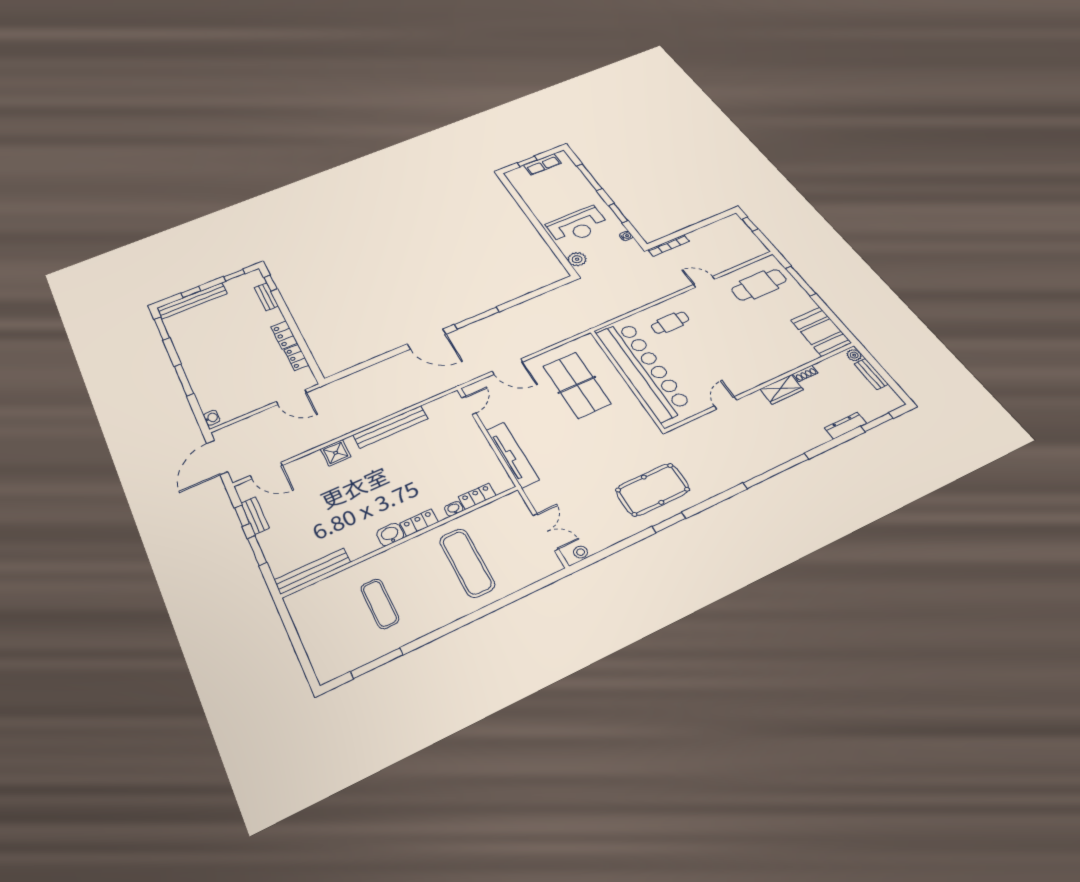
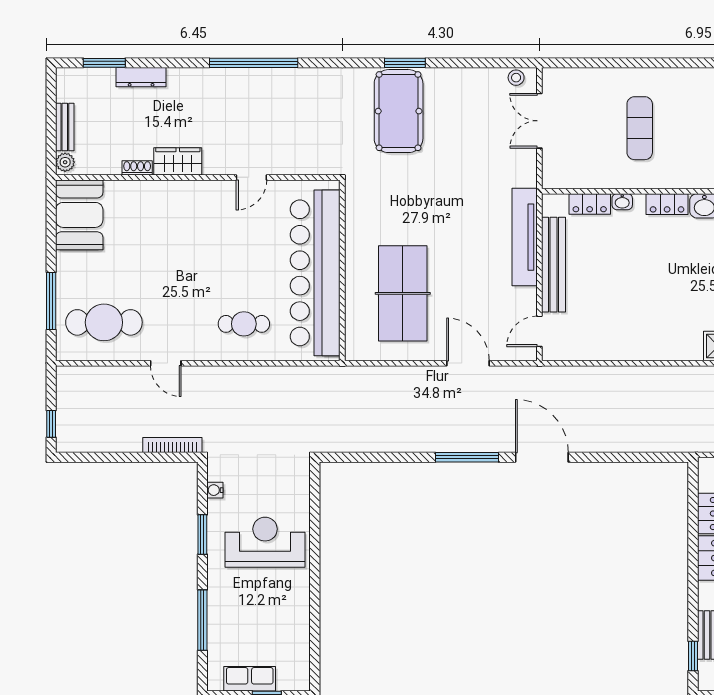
plant: (577, 259) -> (297, 485), removed
bench: (390, 427) -> (554, 265), moved, turned 90
pool table: (653, 490) -> (399, 111), turned 90
exercise mat: (467, 563) -> (640, 128), width x0.73, depth x0.69

